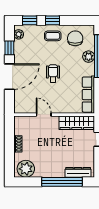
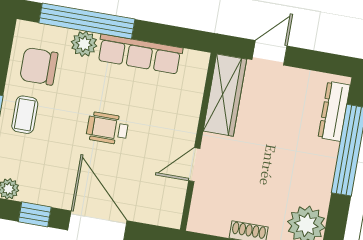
row of seats: (88, 95) -> (140, 54), moved

